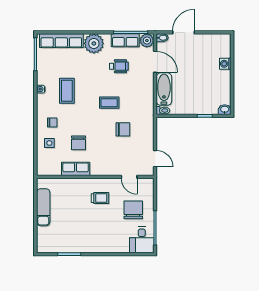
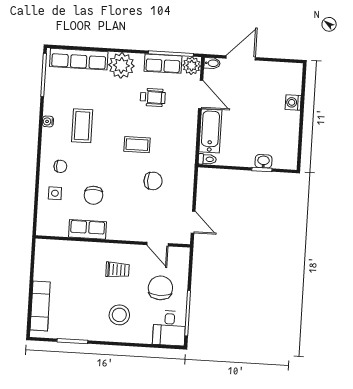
washbasin: (225, 110) -> (263, 161), moved
exam couch: (43, 207) -> (40, 306), moved
stool: (103, 232) -> (119, 315), added

